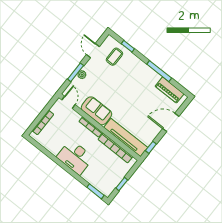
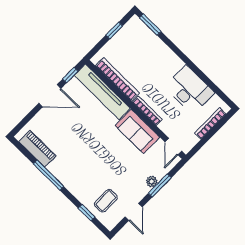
door: (171, 122) -> (50, 96), moved
desk: (75, 157) -> (189, 90), moved

